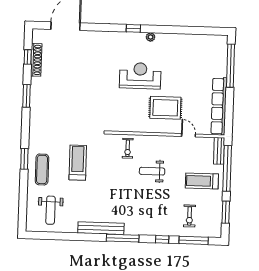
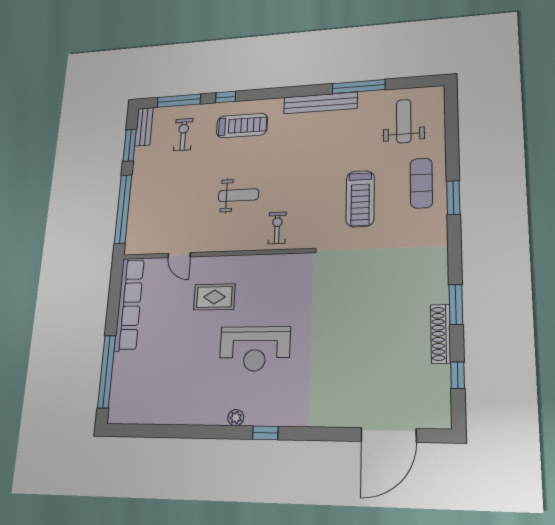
shoe rack: (36, 60) -> (441, 334), moved
rug: (165, 108) -> (214, 297), width x0.73, depth x0.70
bench: (219, 151) -> (144, 127), moved
treadmill: (202, 181) -> (242, 126), moved
window: (123, 238) -> (359, 87), moved

